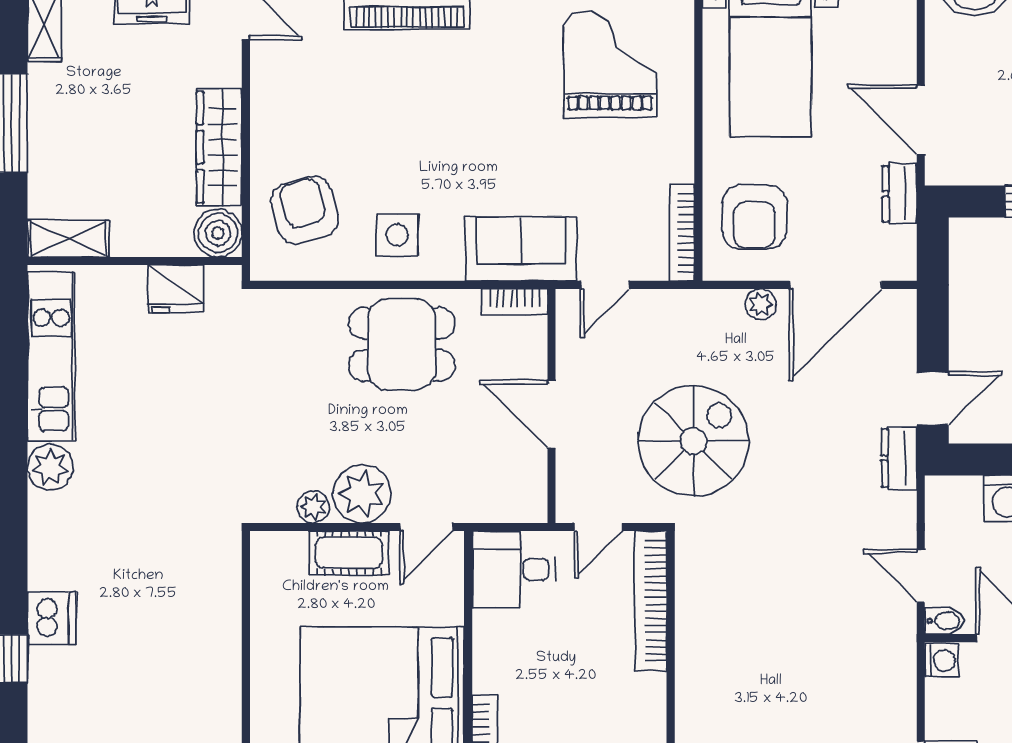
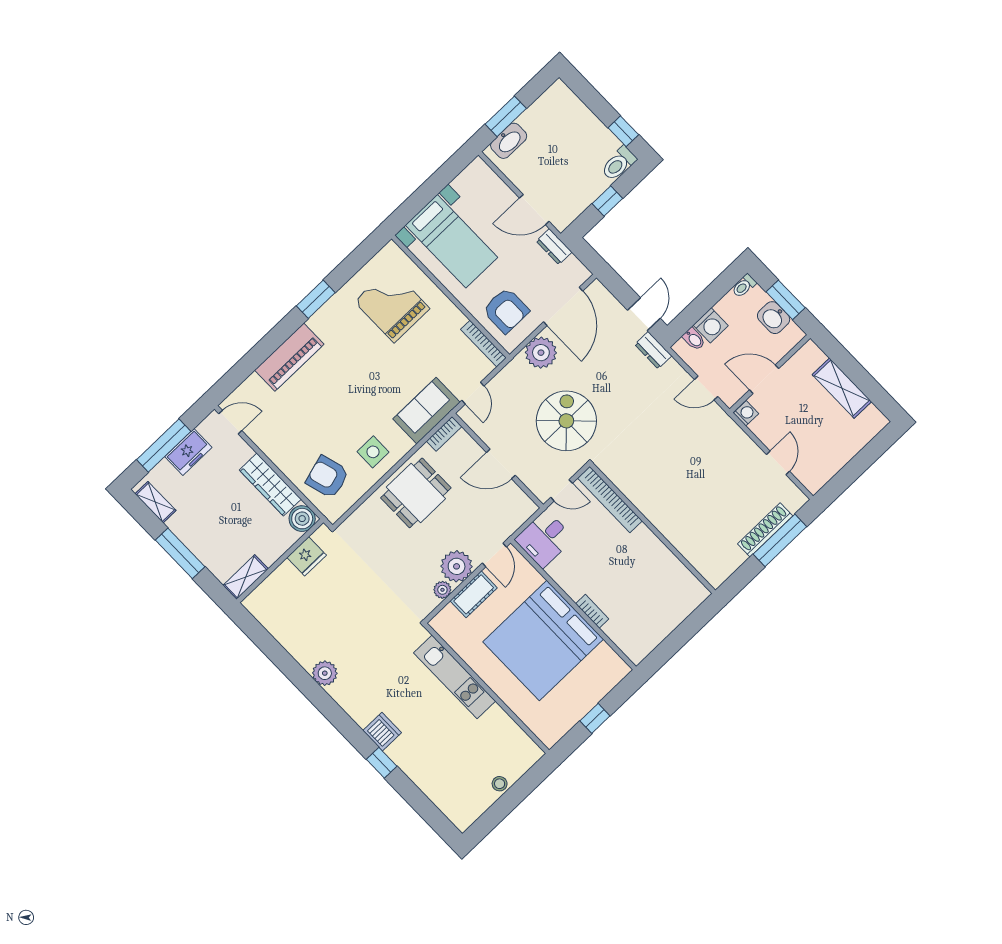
plant: (761, 304) -> (541, 353), width x1.87, depth x1.87
kitchen unit: (51, 357) -> (455, 677), moved, turned 180
door: (598, 527) -> (562, 490), hinge flipped
bidet: (945, 621) -> (694, 339), moved, turned 90

